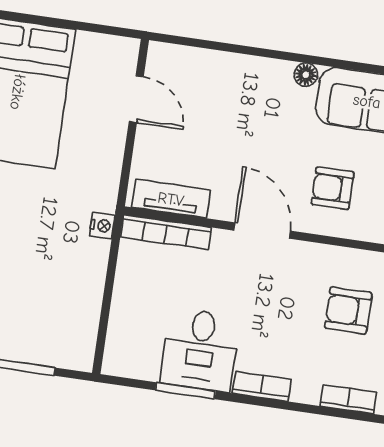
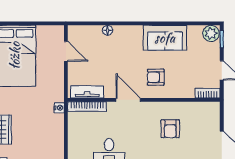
floor lamp: (306, 75) -> (108, 30), moved
armchair: (348, 310) -> (170, 129), turned -90

